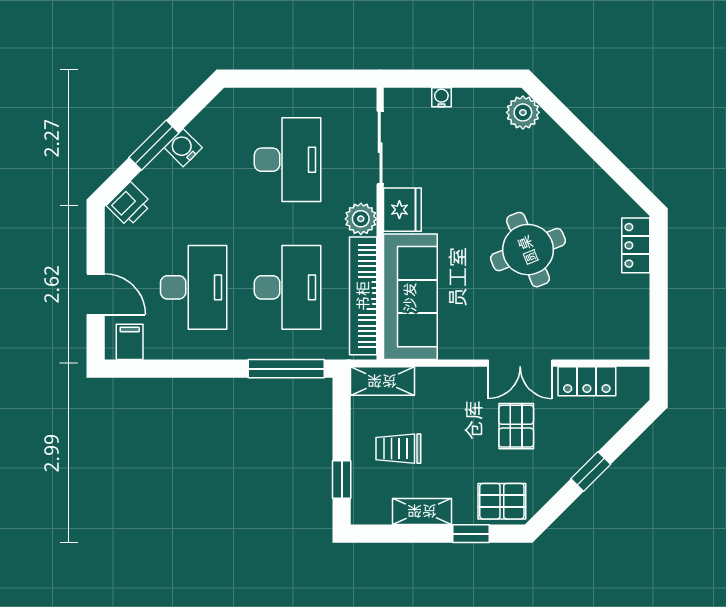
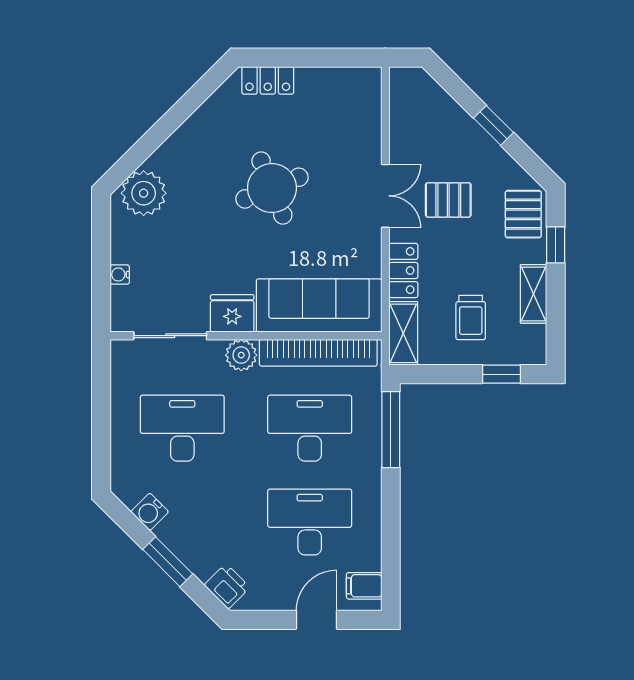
plant: (523, 112) -> (144, 193), width x1.36, depth x1.36
water cooler: (183, 148) -> (150, 512), moved
locker: (587, 381) -> (403, 271), moved

